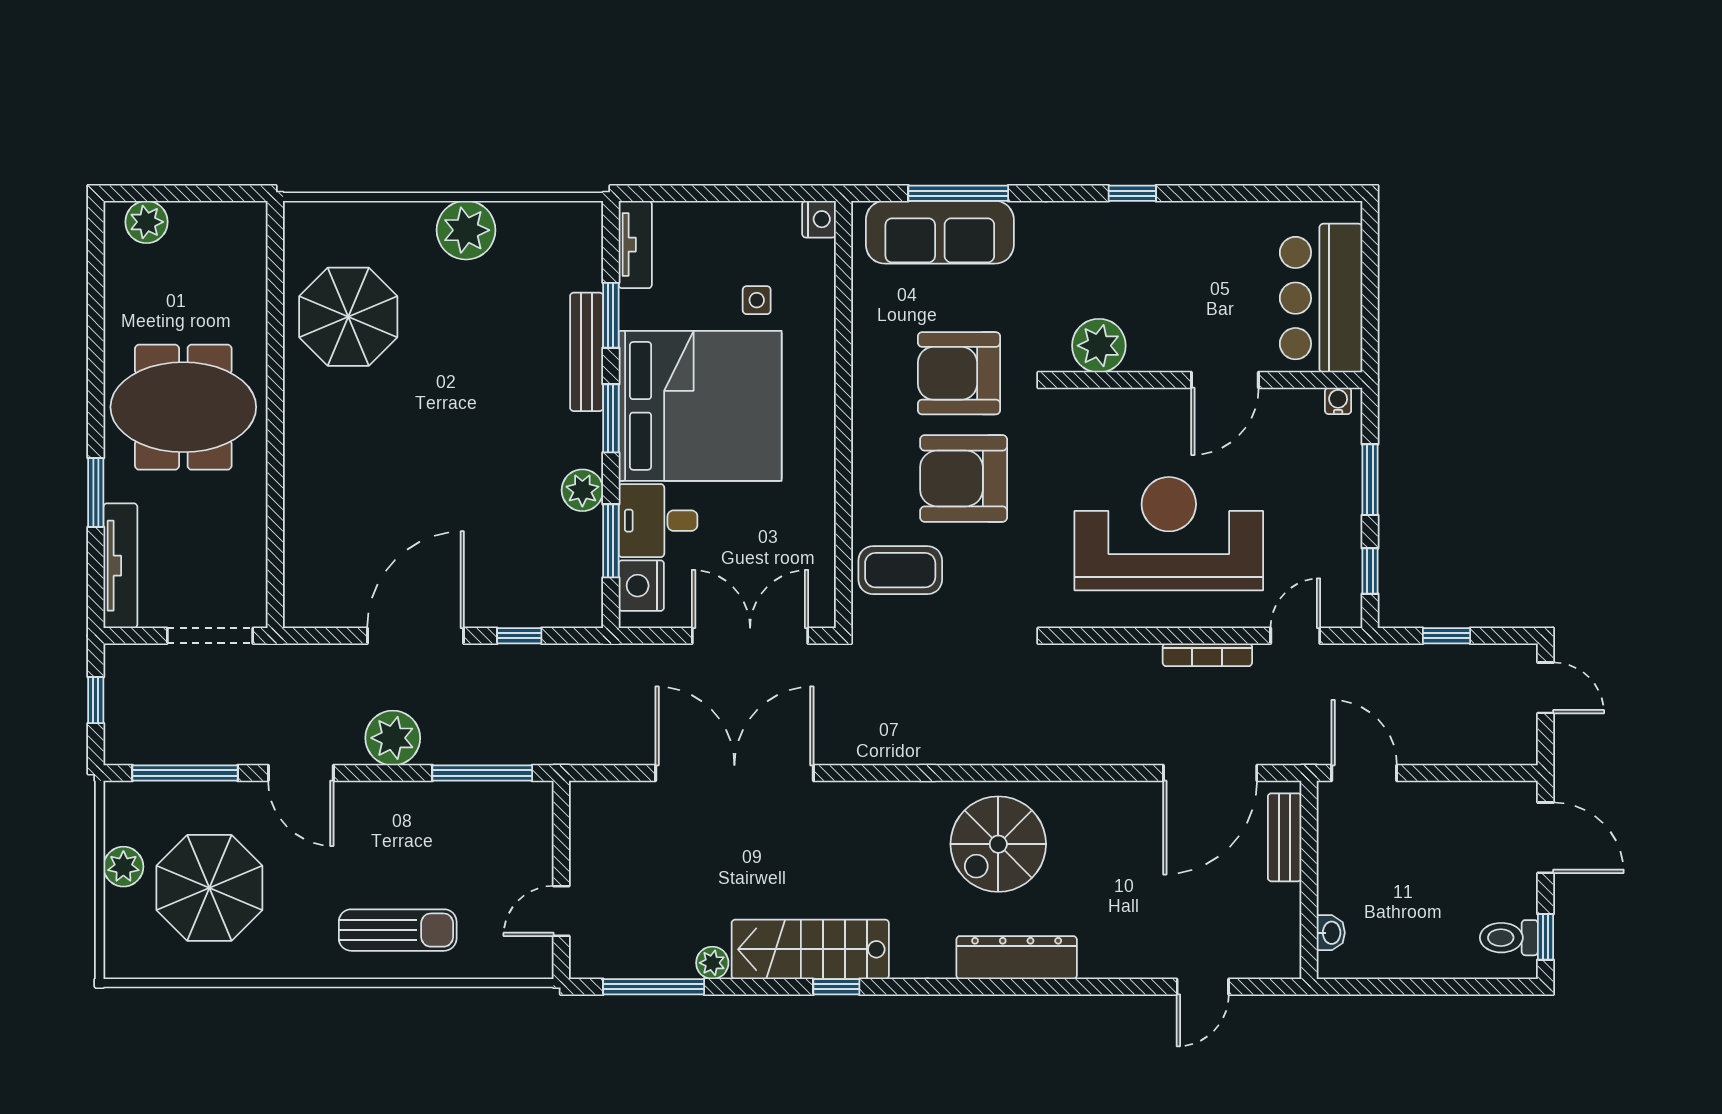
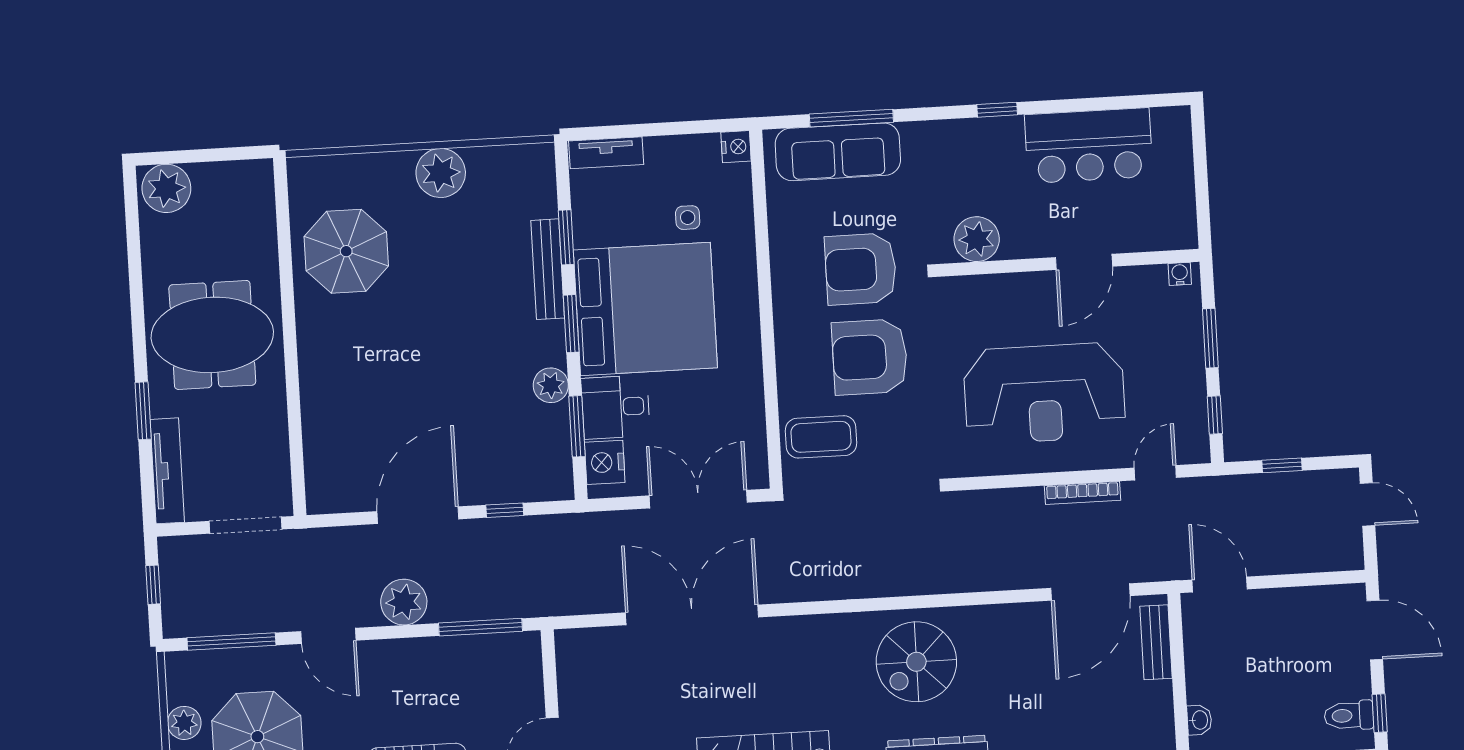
plant: (146, 222) -> (166, 188), width x1.36, depth x1.36
tv unit: (635, 245) -> (606, 153), moved, turned 90
bar counter: (1321, 298) -> (1089, 146), moved, turned -90
reception desk: (1169, 534) -> (1044, 393), turned 180

